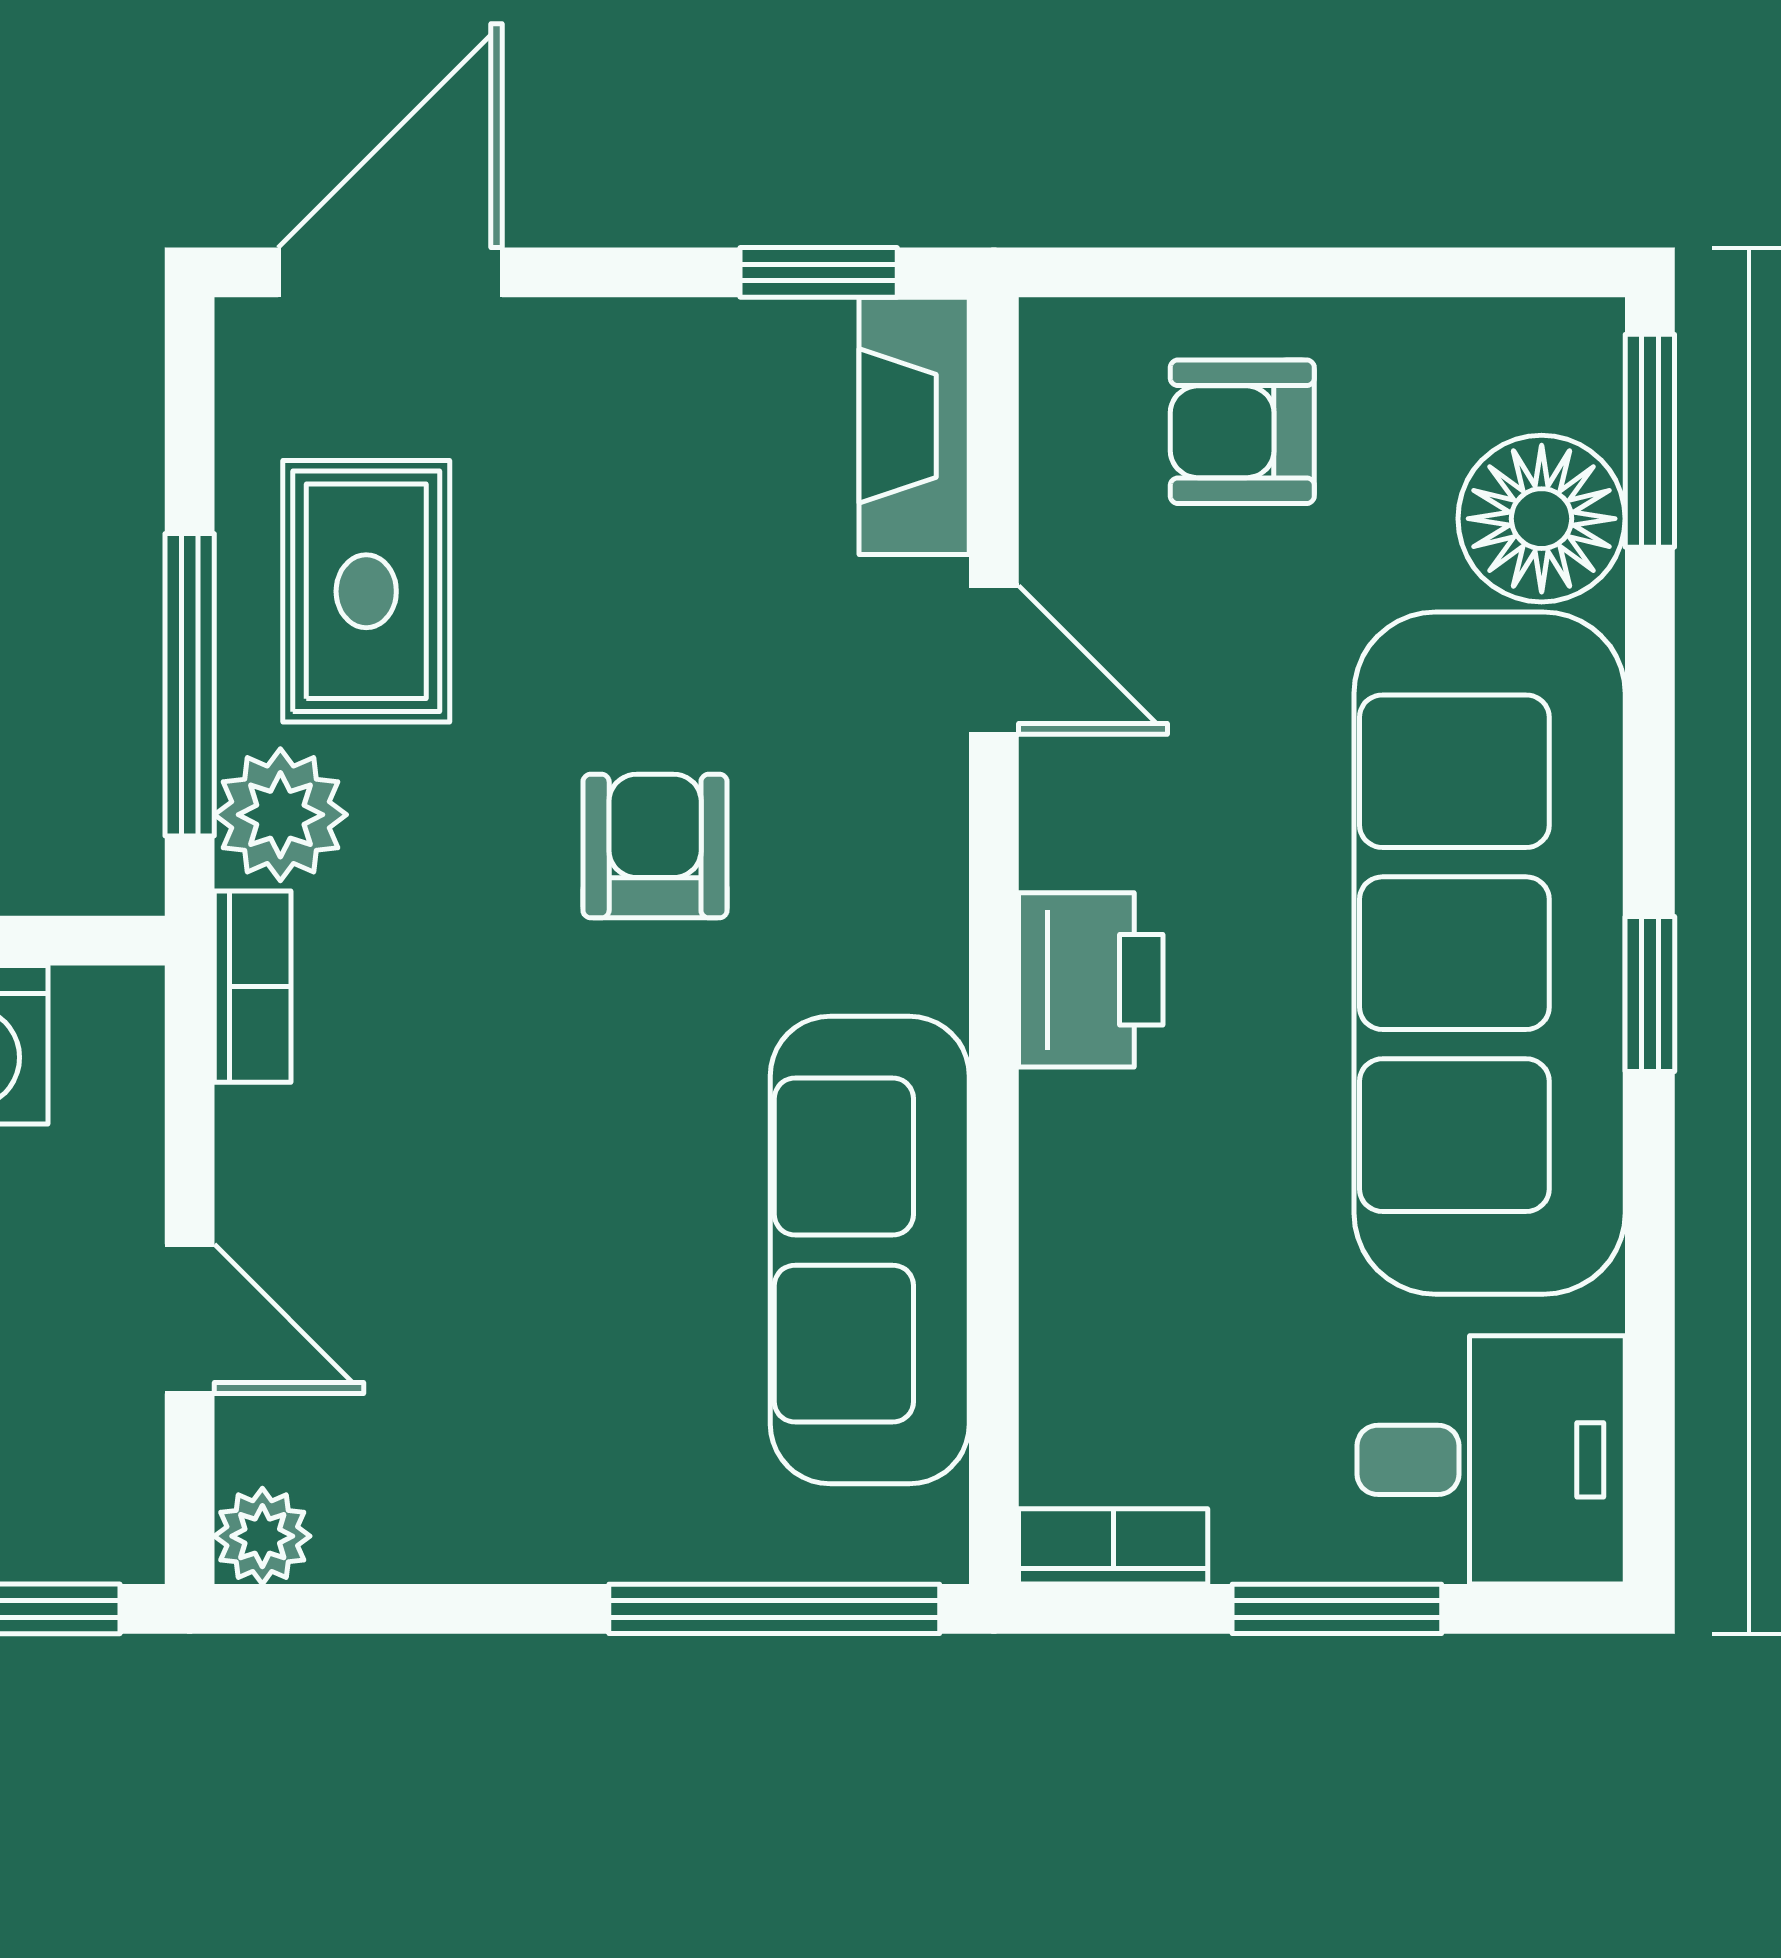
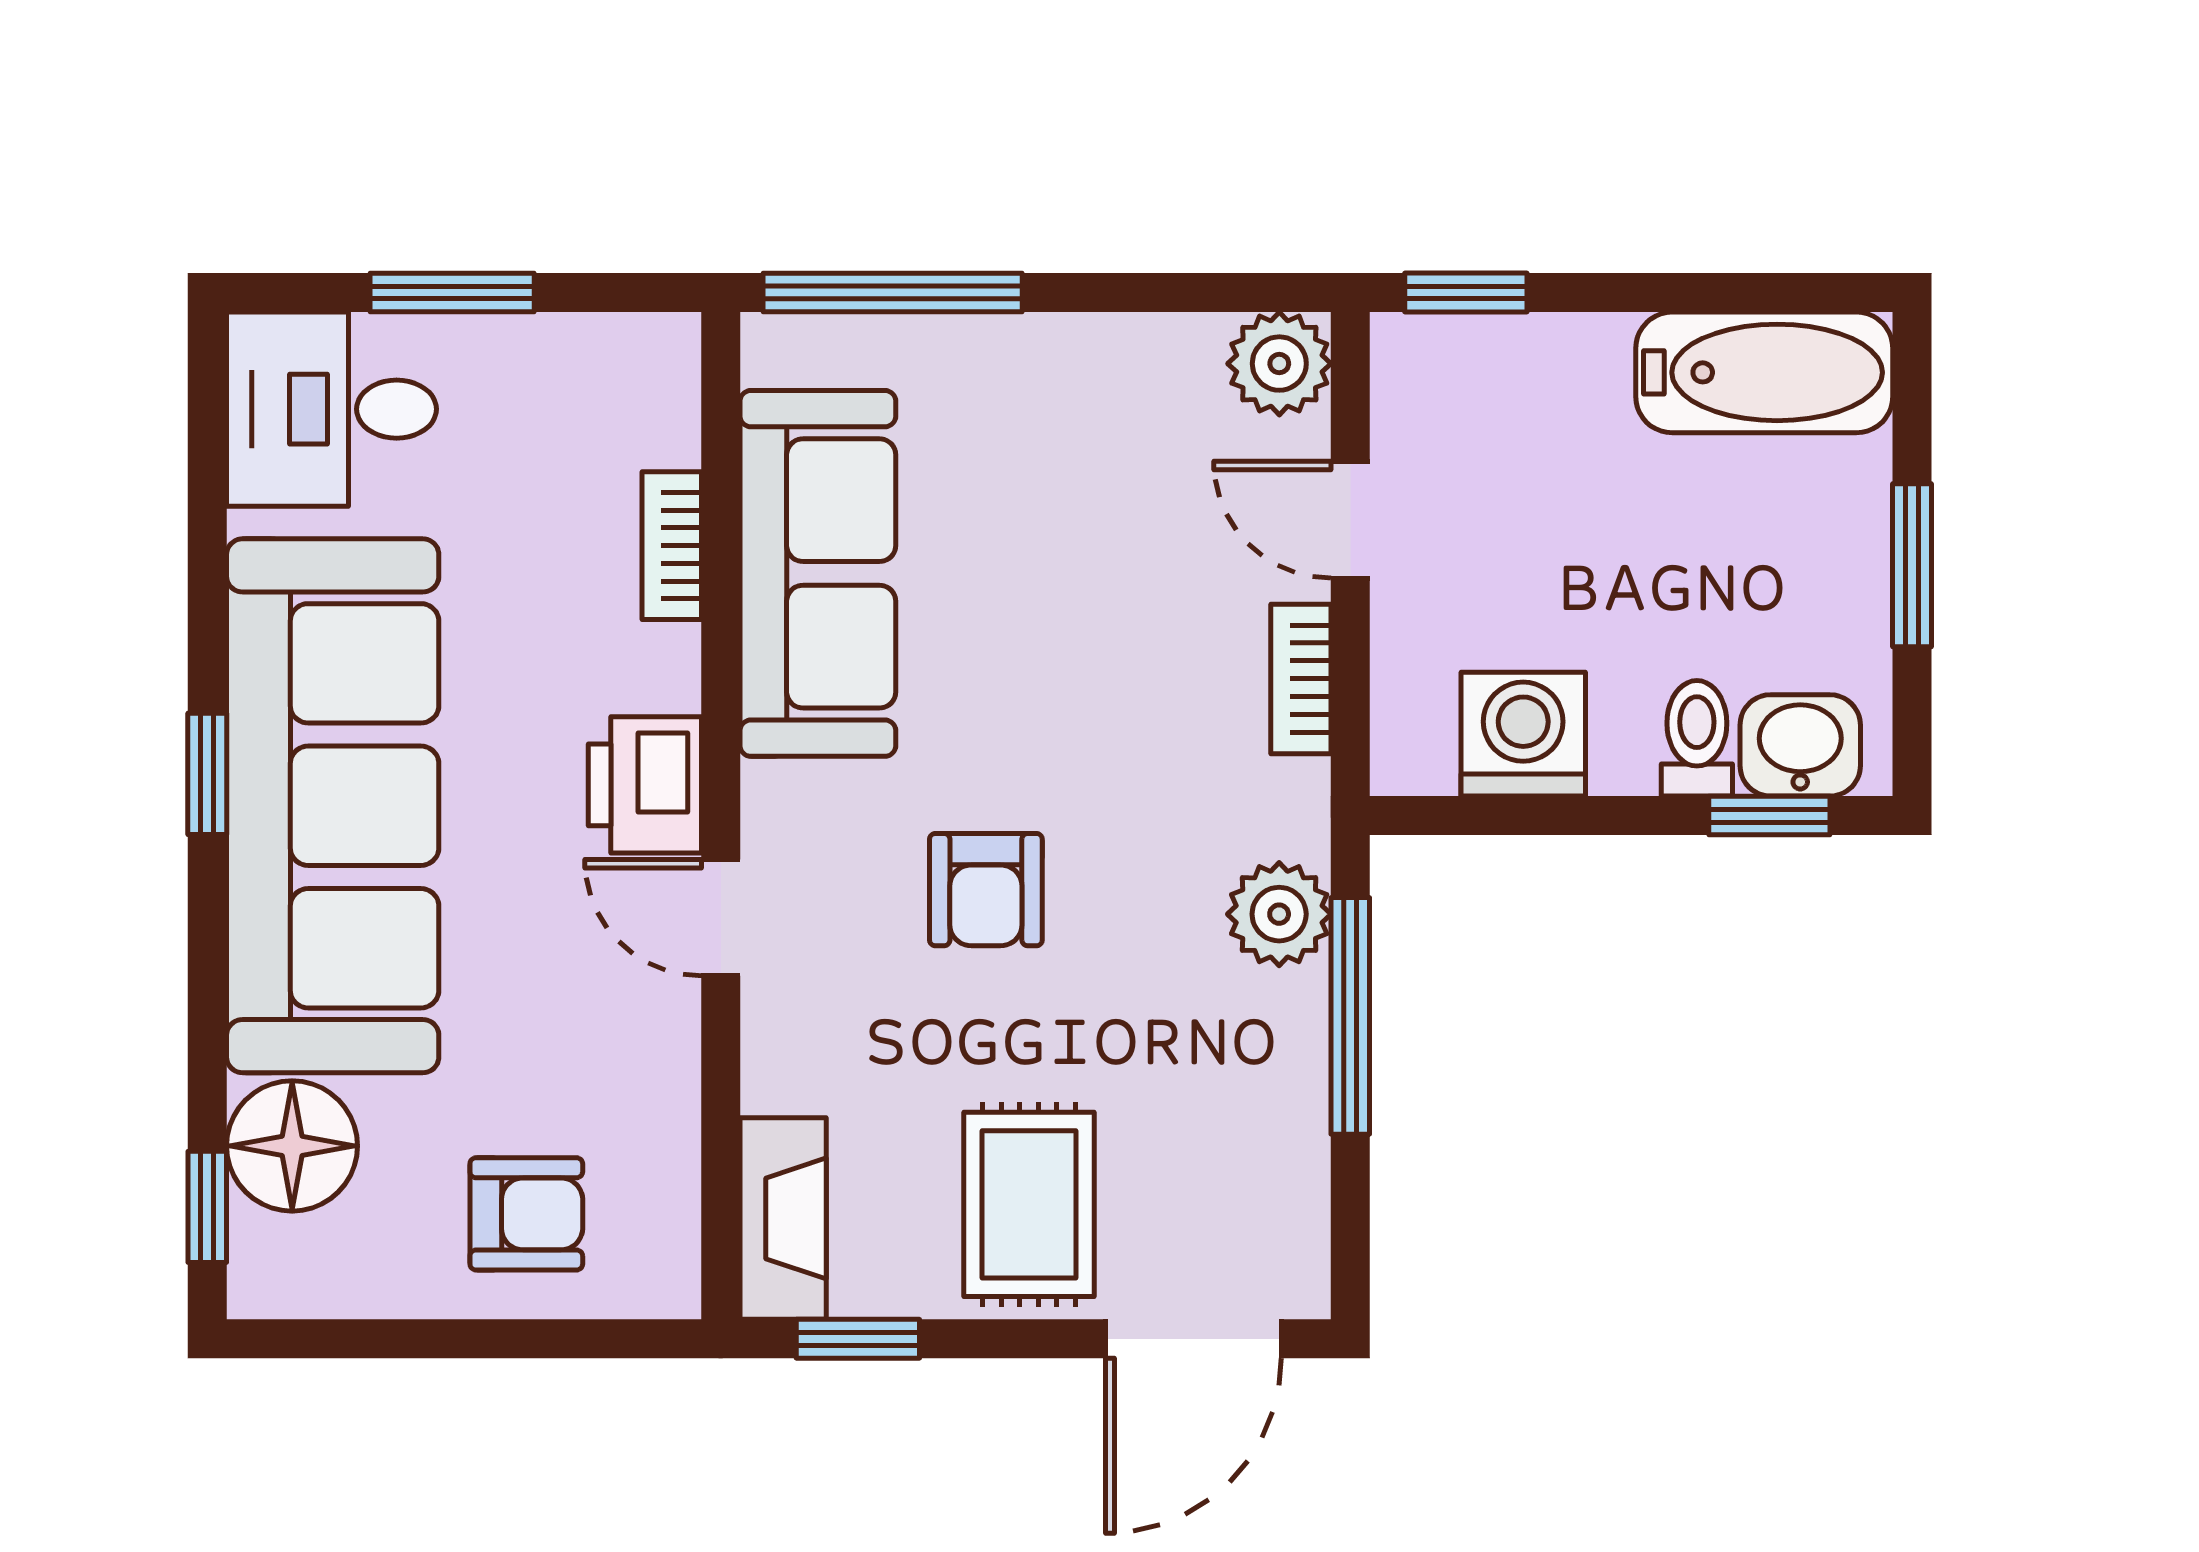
window: (1650, 441) -> (207, 1207), width x0.67
rug: (366, 591) -> (1029, 1204), moved
door: (994, 660) -> (721, 918), moved
bookcase: (253, 987) -> (1301, 679), moved
plant: (262, 1536) -> (1279, 364), width x1.38, depth x1.38
bookcase: (1113, 1546) -> (672, 546), moved, turned 90

